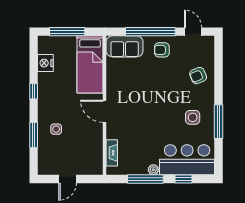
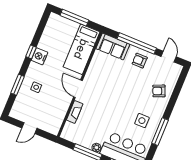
nightstand: (45, 63) -> (39, 56), moved
fireplace: (112, 153) -> (75, 112), moved

